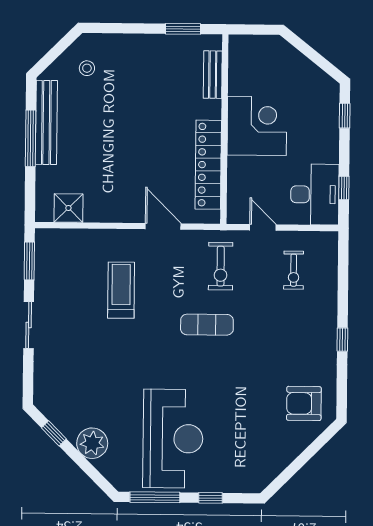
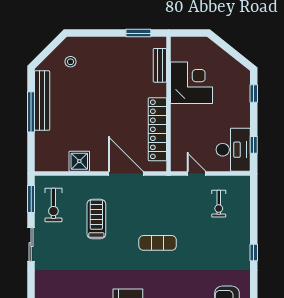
corner desk: (257, 126) -> (192, 83), moved
shower: (68, 208) -> (79, 161), moved
door: (163, 226) -> (126, 173), width x1.36
exercise bike: (221, 266) -> (53, 205), moved

